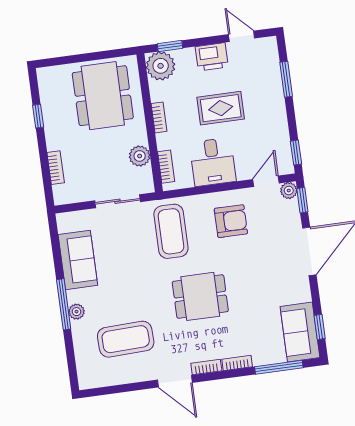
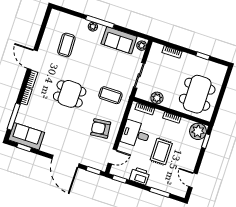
door: (241, 36) -> (193, 180), swing flipped
printer: (212, 57) -> (140, 176), moved, turned 90
dining table: (103, 96) -> (197, 94), turned 90
door: (266, 181) -> (112, 157), hinge flipped
plant: (289, 191) -> (142, 46), moved
armchair: (231, 221) -> (101, 129), turned 84
coffee table: (171, 231) -> (110, 95), width x0.73, depth x0.76
dining table: (200, 296) -> (70, 94), turned 90
coffee table: (126, 339) -> (66, 45), width x0.73, depth x0.76
door: (175, 381) -> (32, 60), hinge flipped

